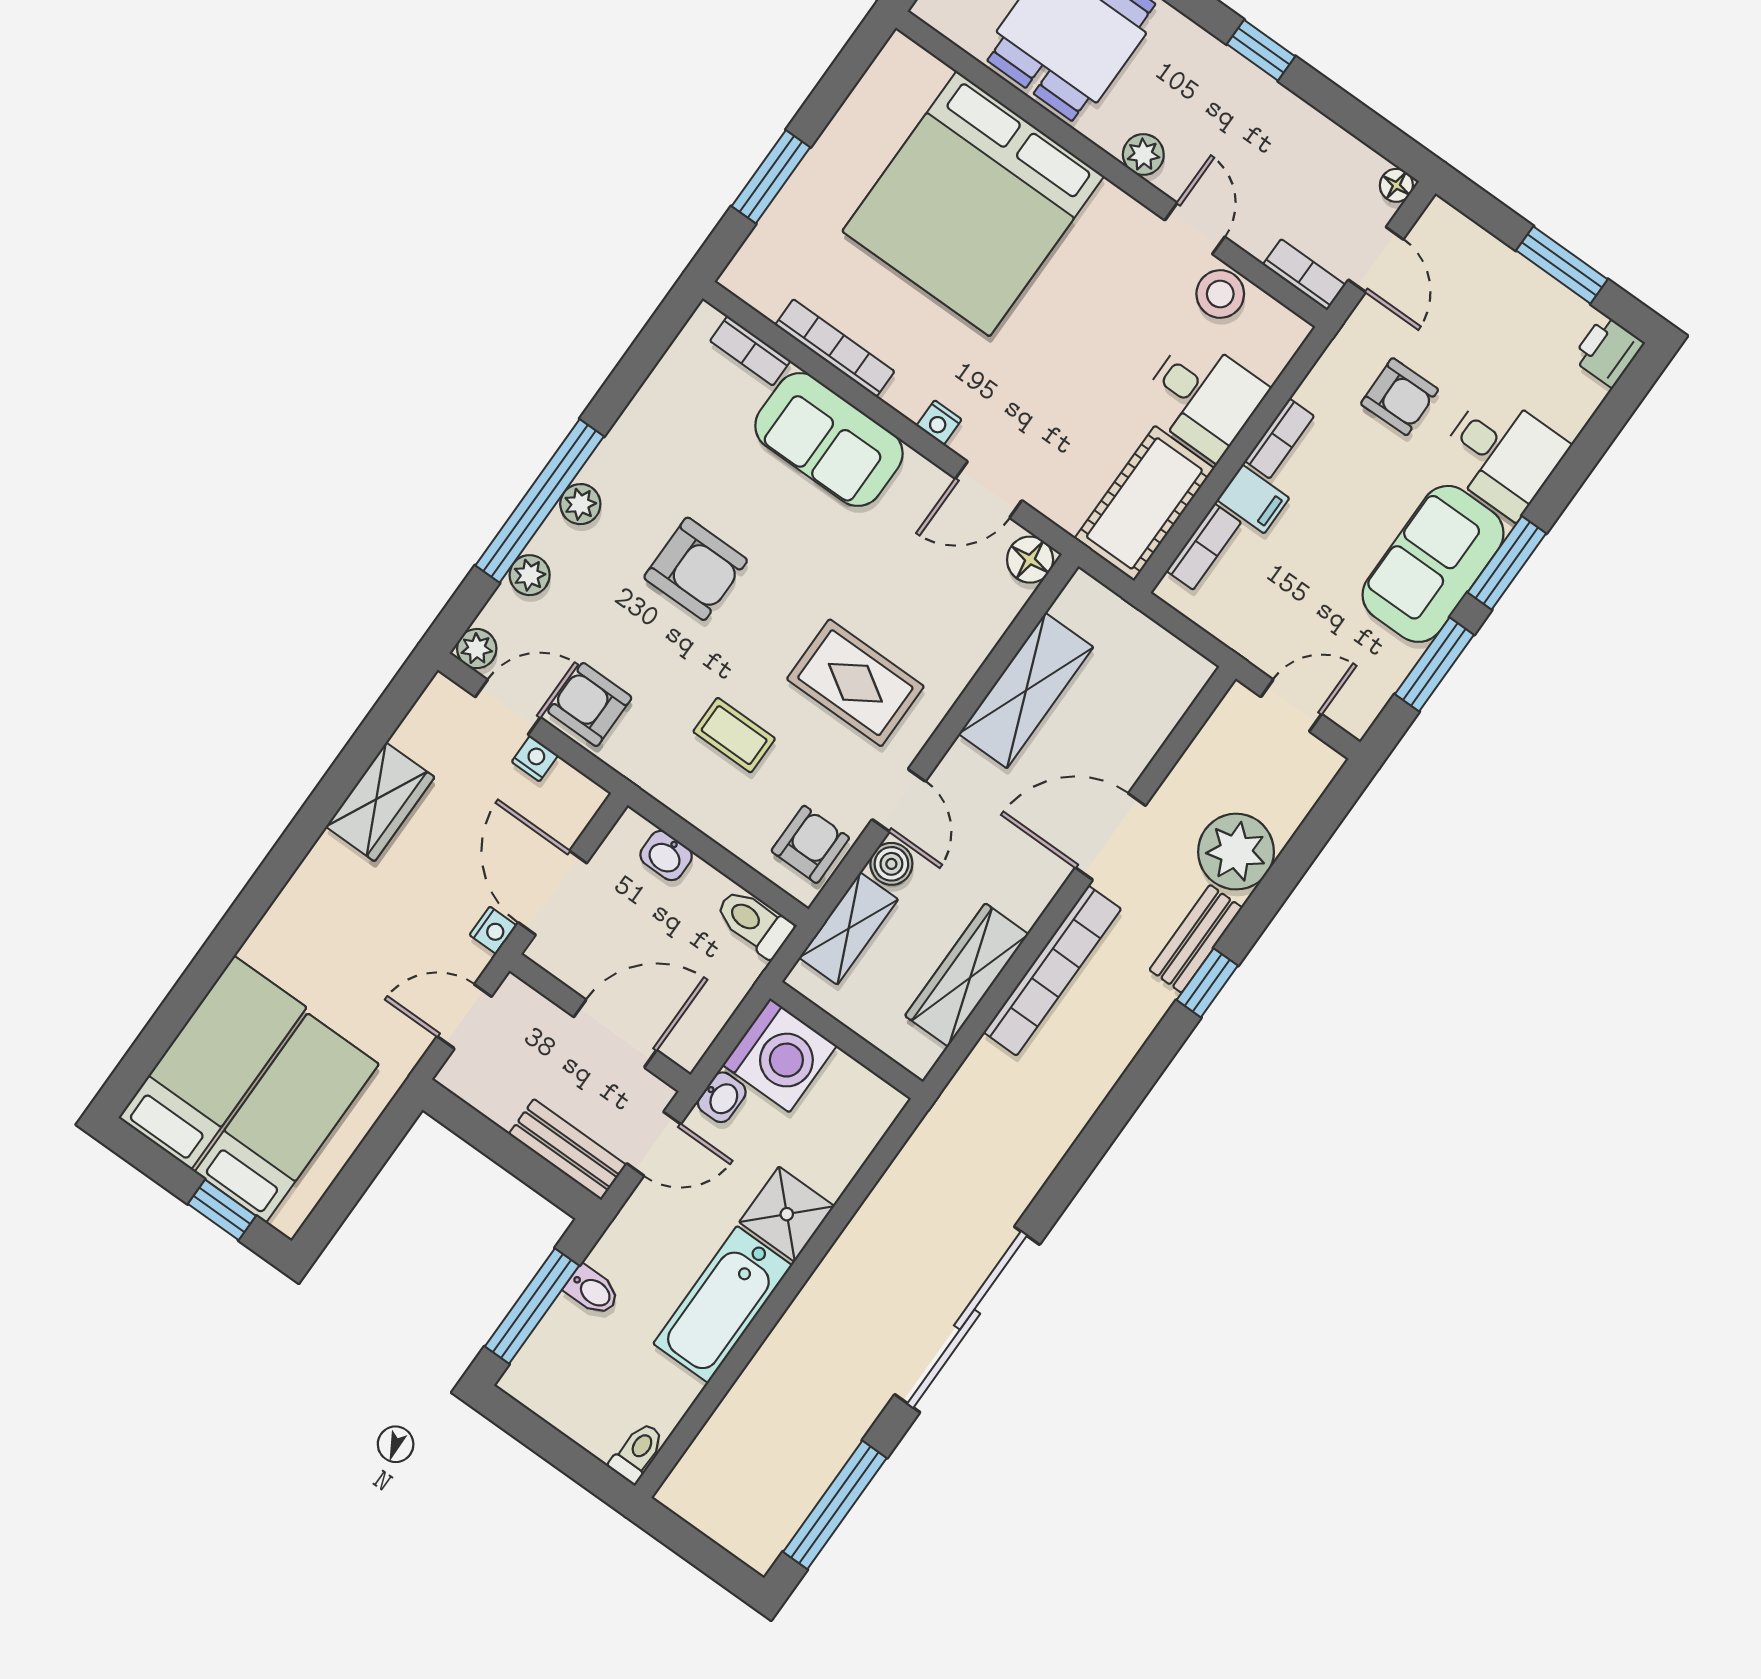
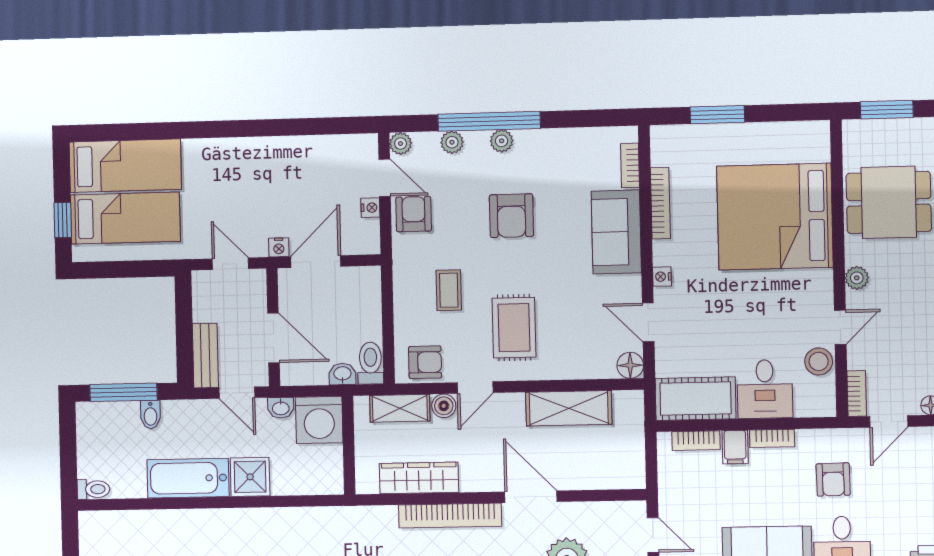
wardrobe: (380, 802) -> (299, 152), removed
washbasin: (666, 856) -> (342, 374), moved, turned 90

